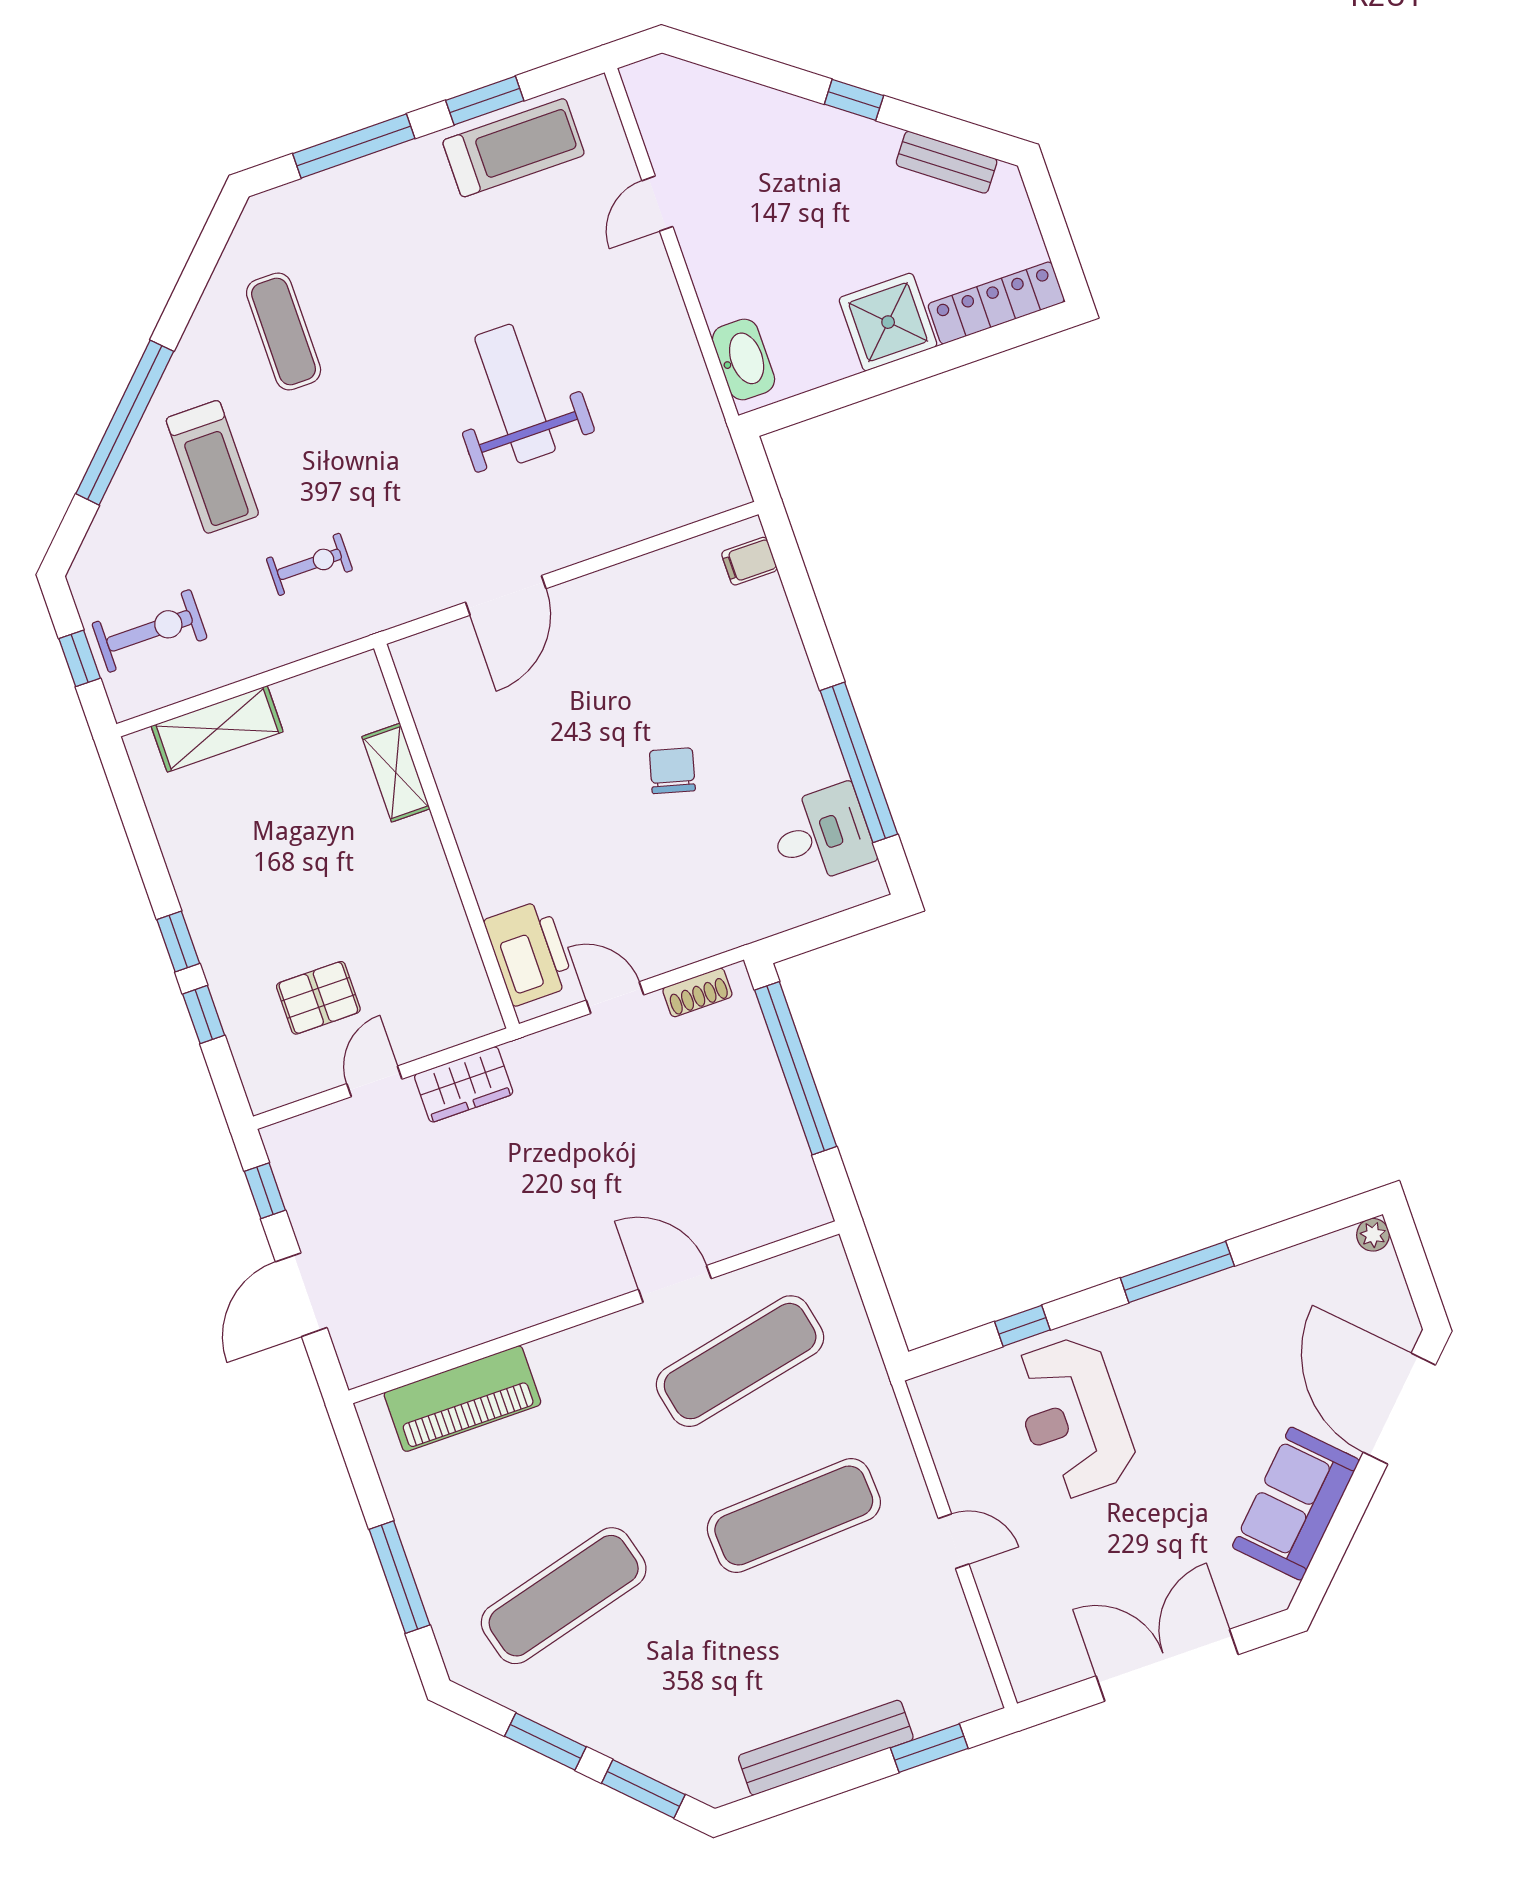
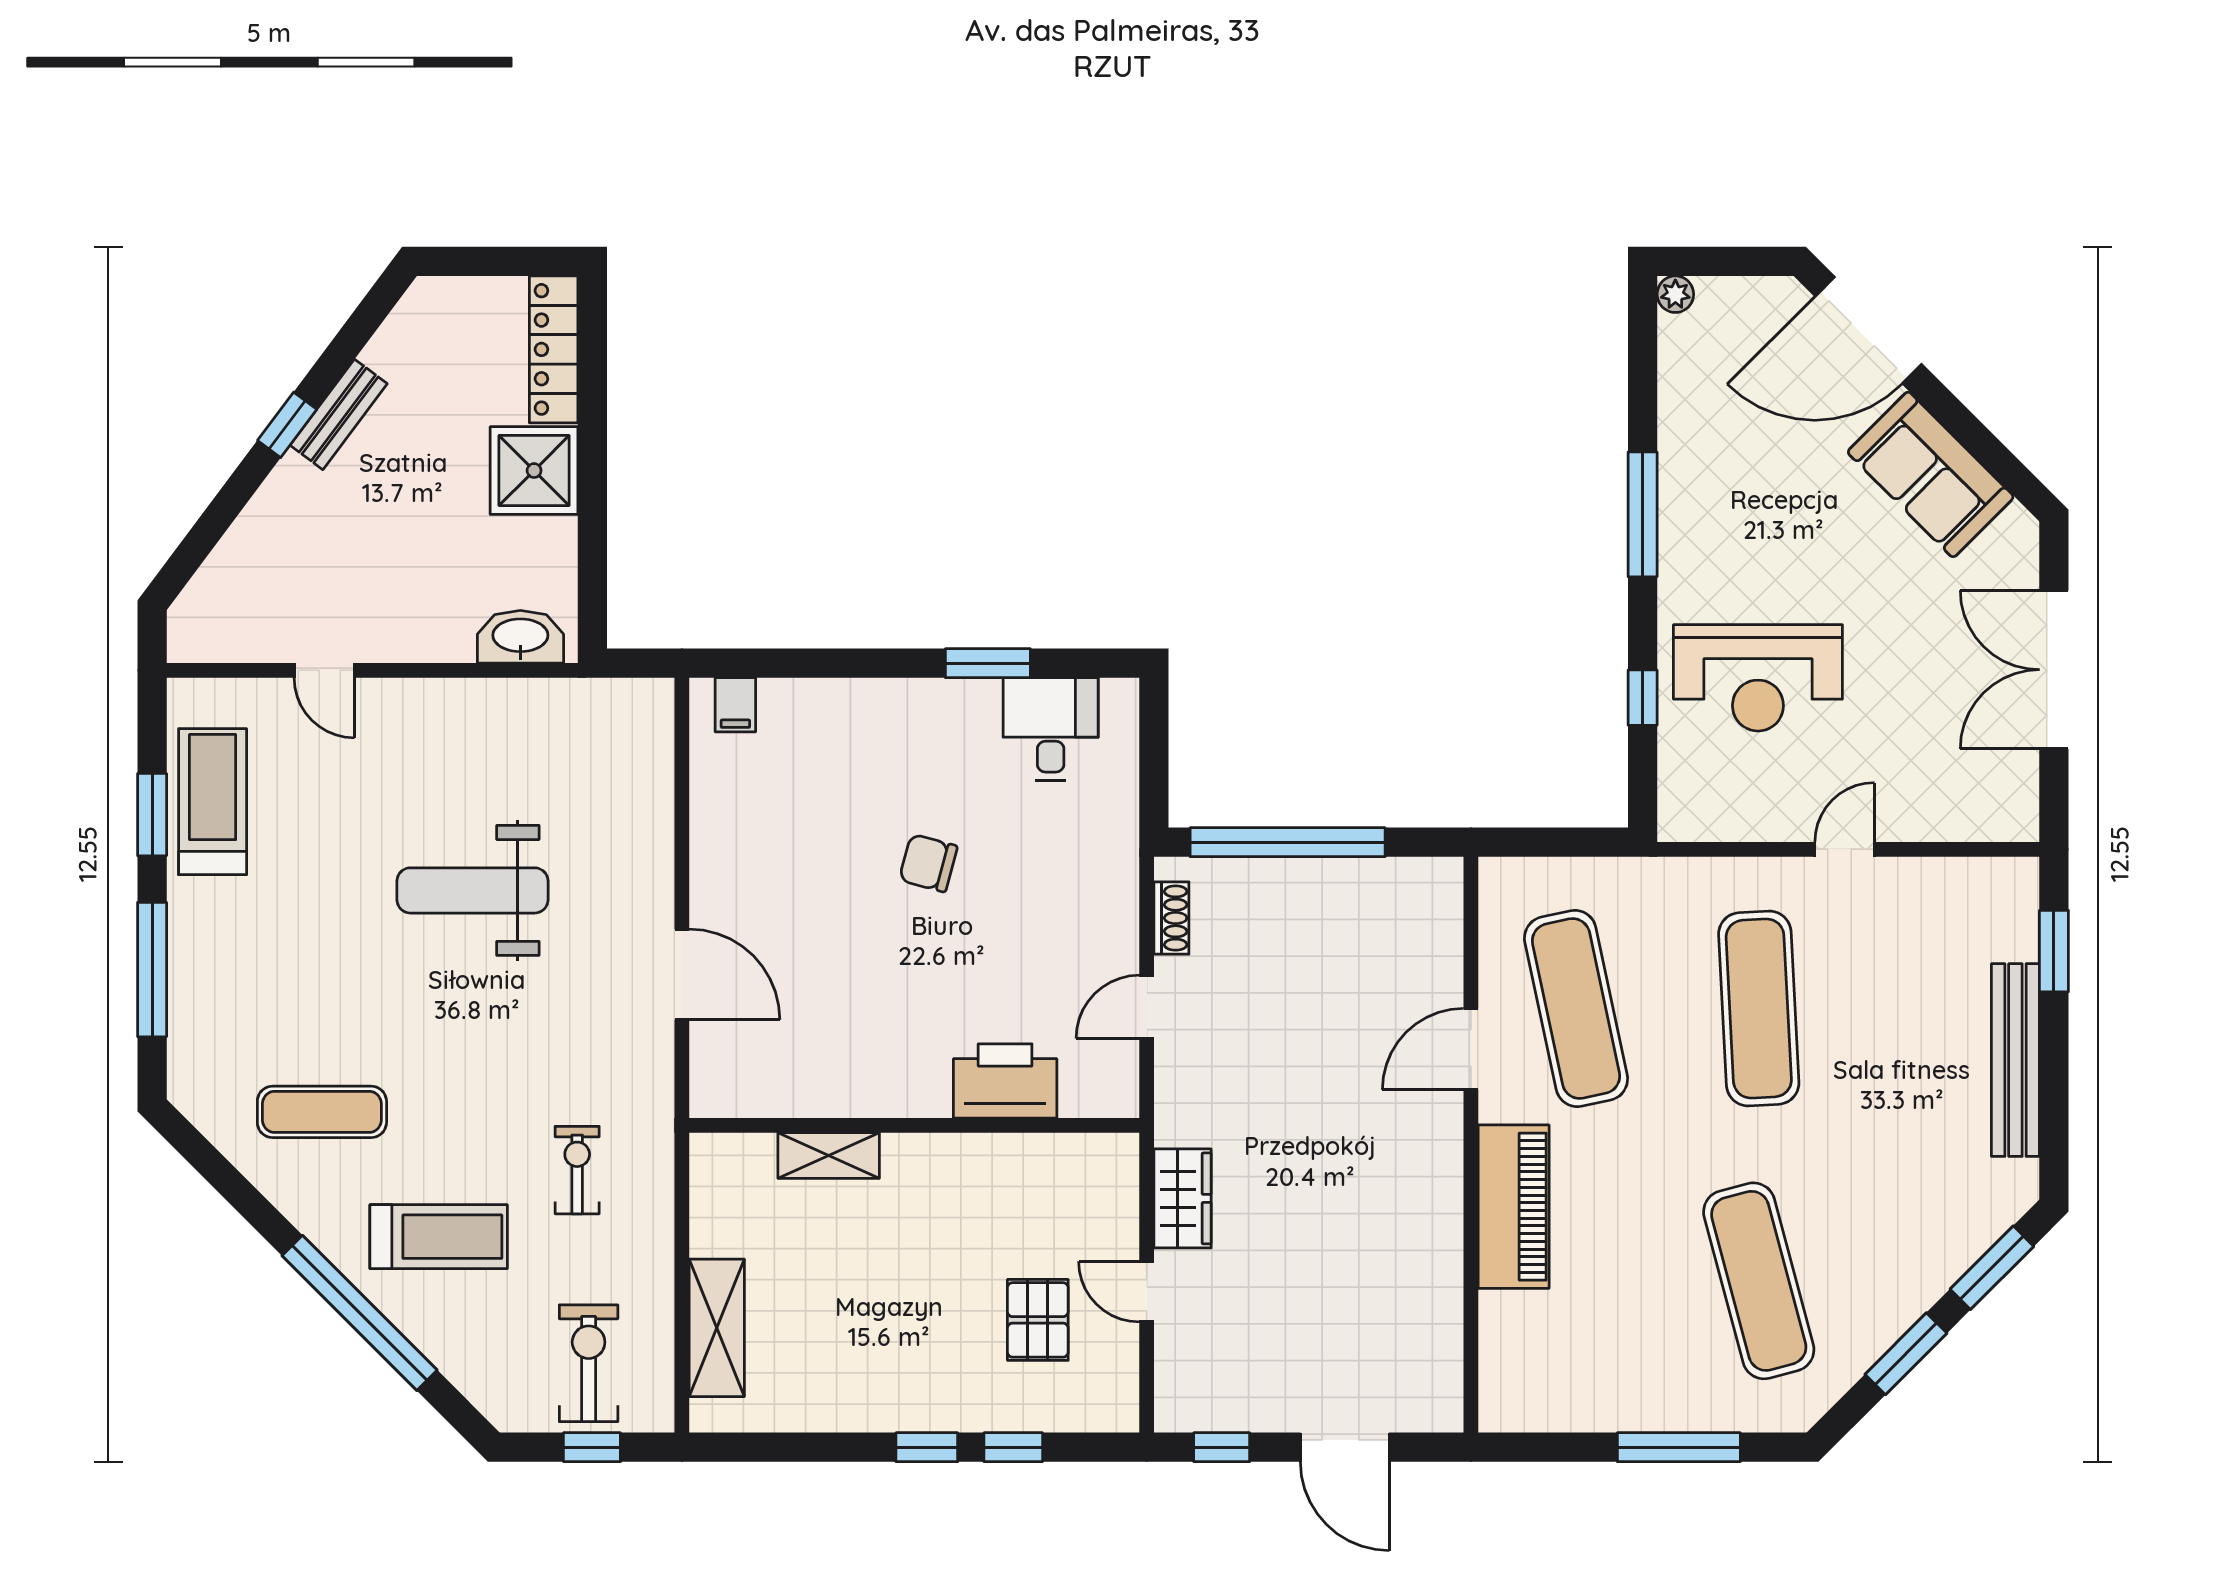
bench: (947, 162) -> (339, 414), moved
window: (859, 762) -> (988, 663), width x0.47
printer: (529, 953) -> (1005, 1081), moved
piano: (462, 1399) -> (1514, 1207), moved

